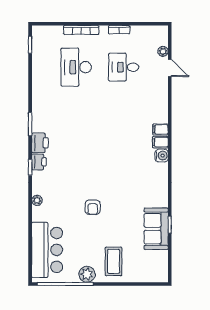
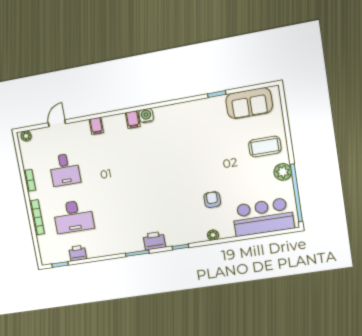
plant: (163, 51) -> (26, 136), moved
filing cabinet: (160, 129) -> (96, 126), moved
printer: (39, 162) -> (78, 253), moved
armchair: (93, 207) -> (212, 200), moved, turned -90
sofa: (156, 229) -> (249, 103), moved

